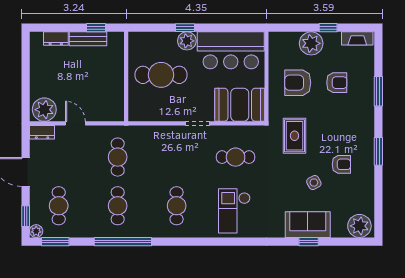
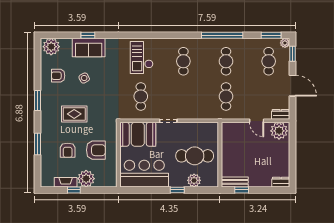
fireplace: (357, 38) -> (66, 182), moved
dresser: (56, 39) -> (281, 182), moved
bench: (88, 39) -> (235, 182), moved
plant: (187, 41) -> (194, 180), moved
armchair: (337, 83) -> (68, 150), turned -90
rug: (294, 136) -> (74, 114), moved, turned 90
cafe table: (236, 157) -> (141, 96), turned 90
armchair: (341, 164) -> (58, 76), moved
checkout: (234, 211) -> (142, 57), turned 180

